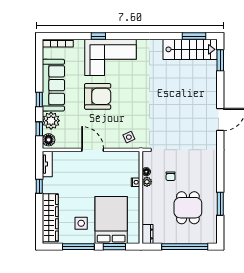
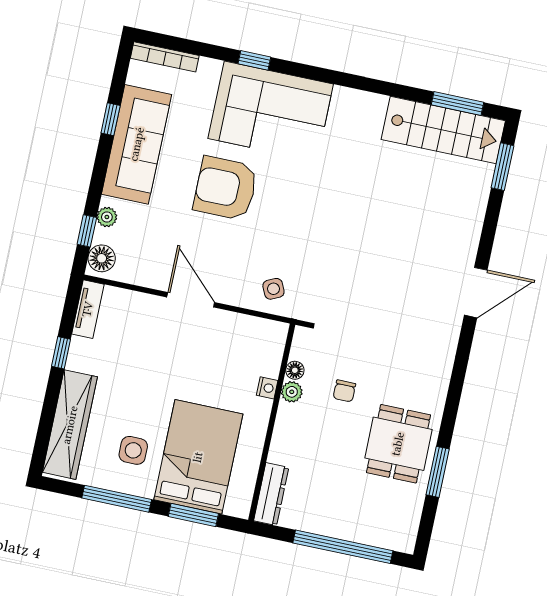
armchair: (98, 96) -> (226, 188), turned 180
window: (39, 100) -> (111, 119), moved
plant: (51, 121) -> (107, 217), width x0.53, depth x0.53
dining table: (188, 208) -> (398, 444), moved
dresser: (147, 234) -> (271, 494), width x1.44

